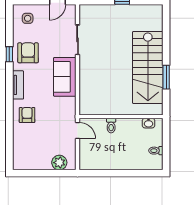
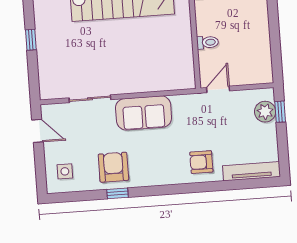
armchair: (28, 53) -> (113, 167), turned 90
tv unit: (18, 85) -> (252, 171), moved, width x1.41
window: (58, 173) -> (280, 112), added

